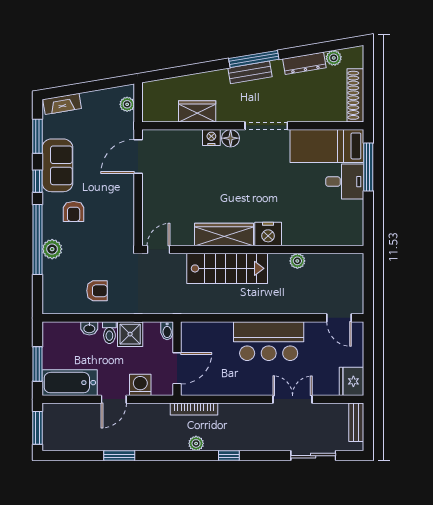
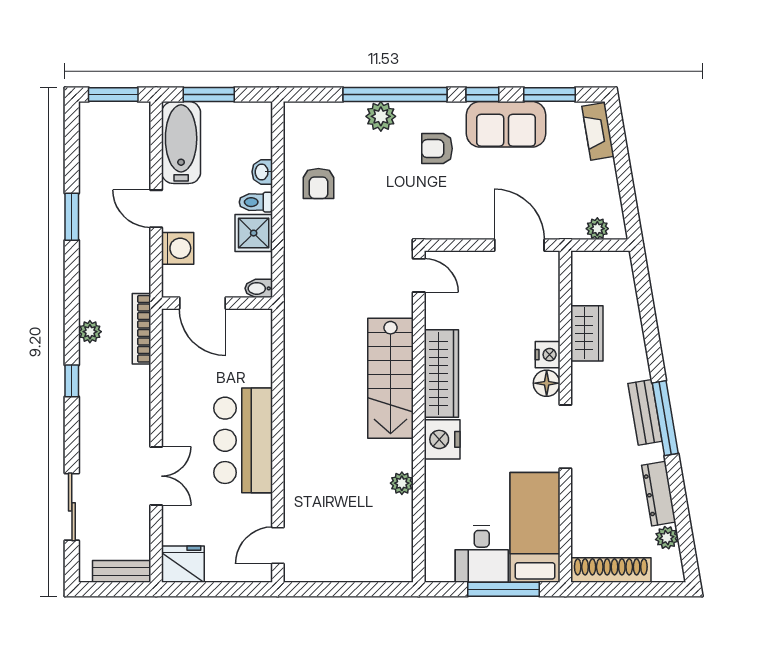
wardrobe: (224, 234) -> (441, 373), moved
nightstand: (268, 234) -> (442, 439), moved
door: (158, 250) -> (419, 275), moved
wall: (253, 250) -> (419, 417), moved
plant: (297, 261) -> (402, 483), moved
stairs: (227, 268) -> (391, 378), moved

